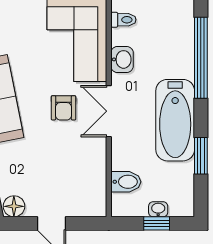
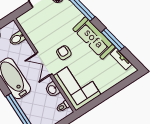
double door: (109, 111) -> (44, 64), swing flipped

